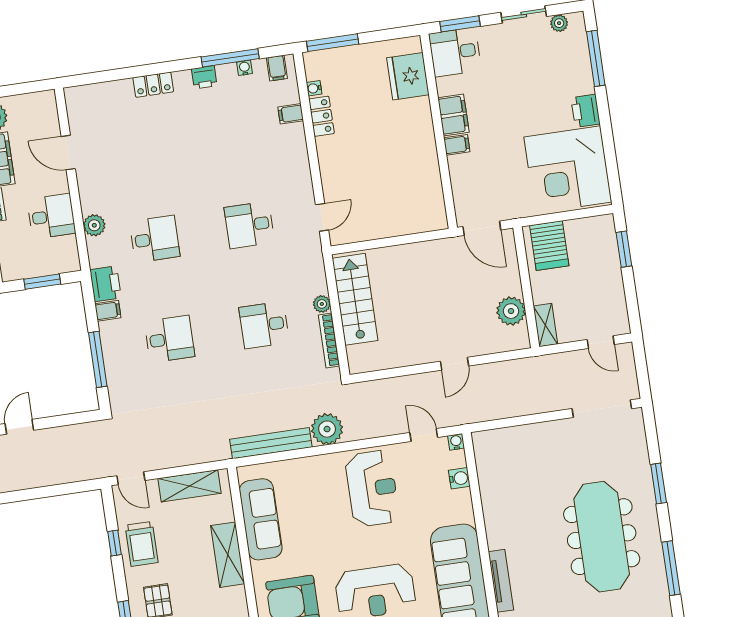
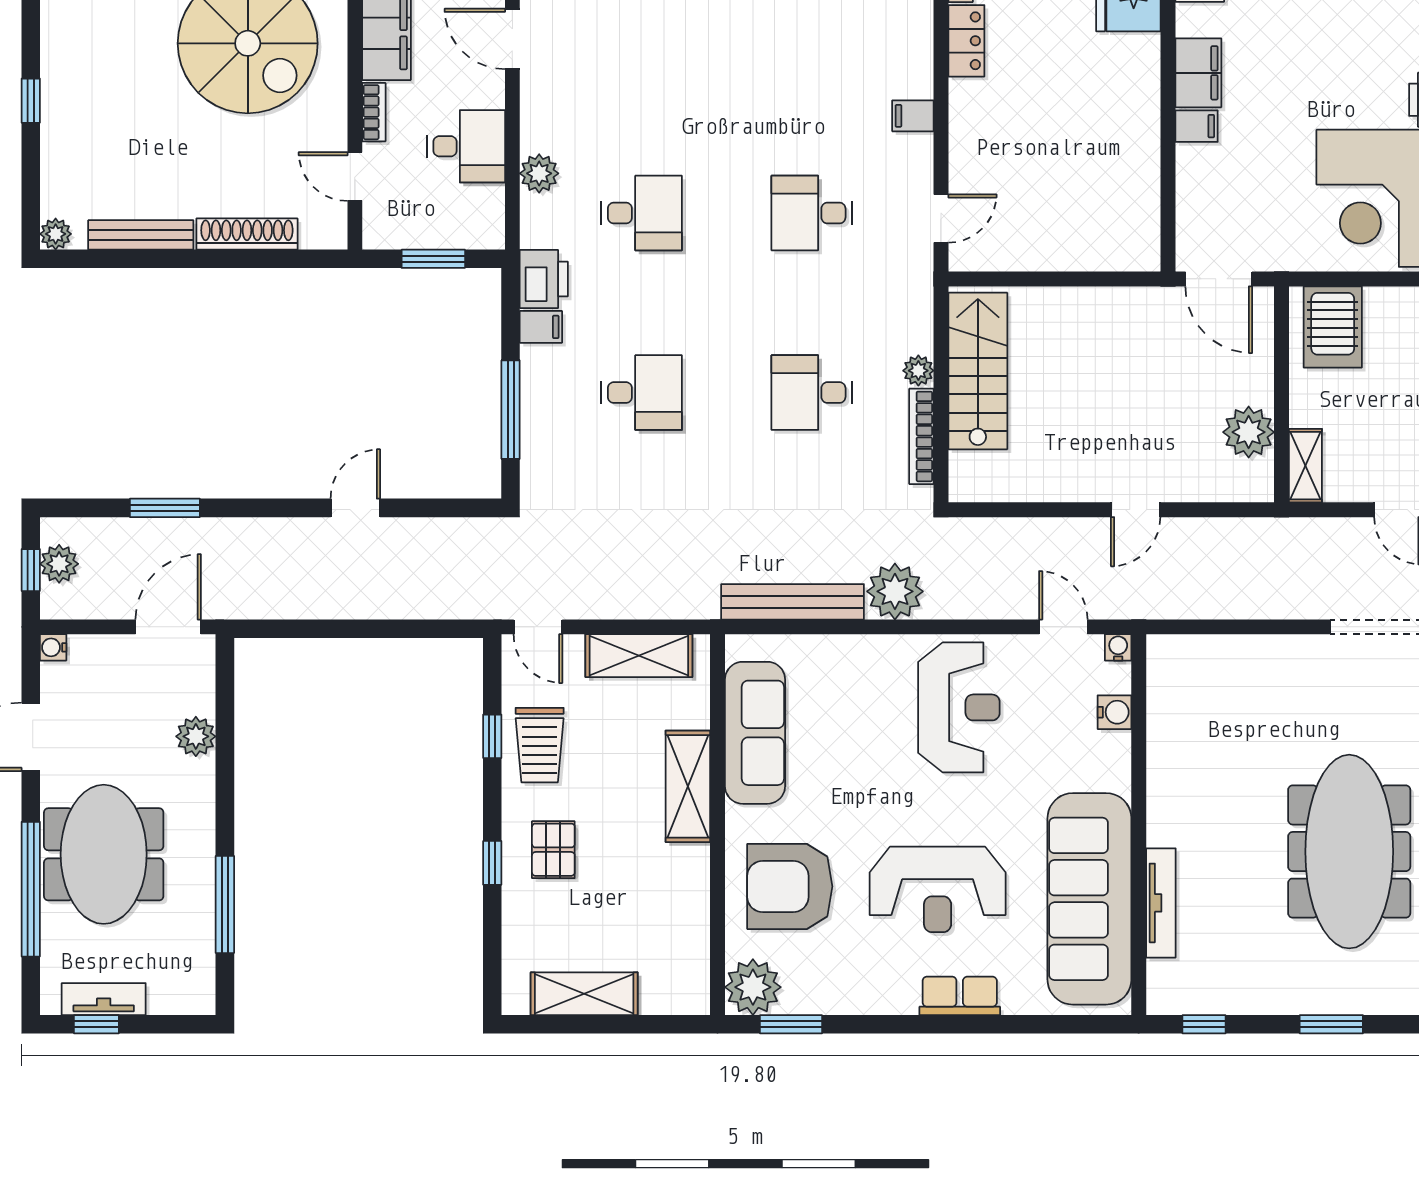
filing cabinet: (291, 114) -> (913, 116), moved

